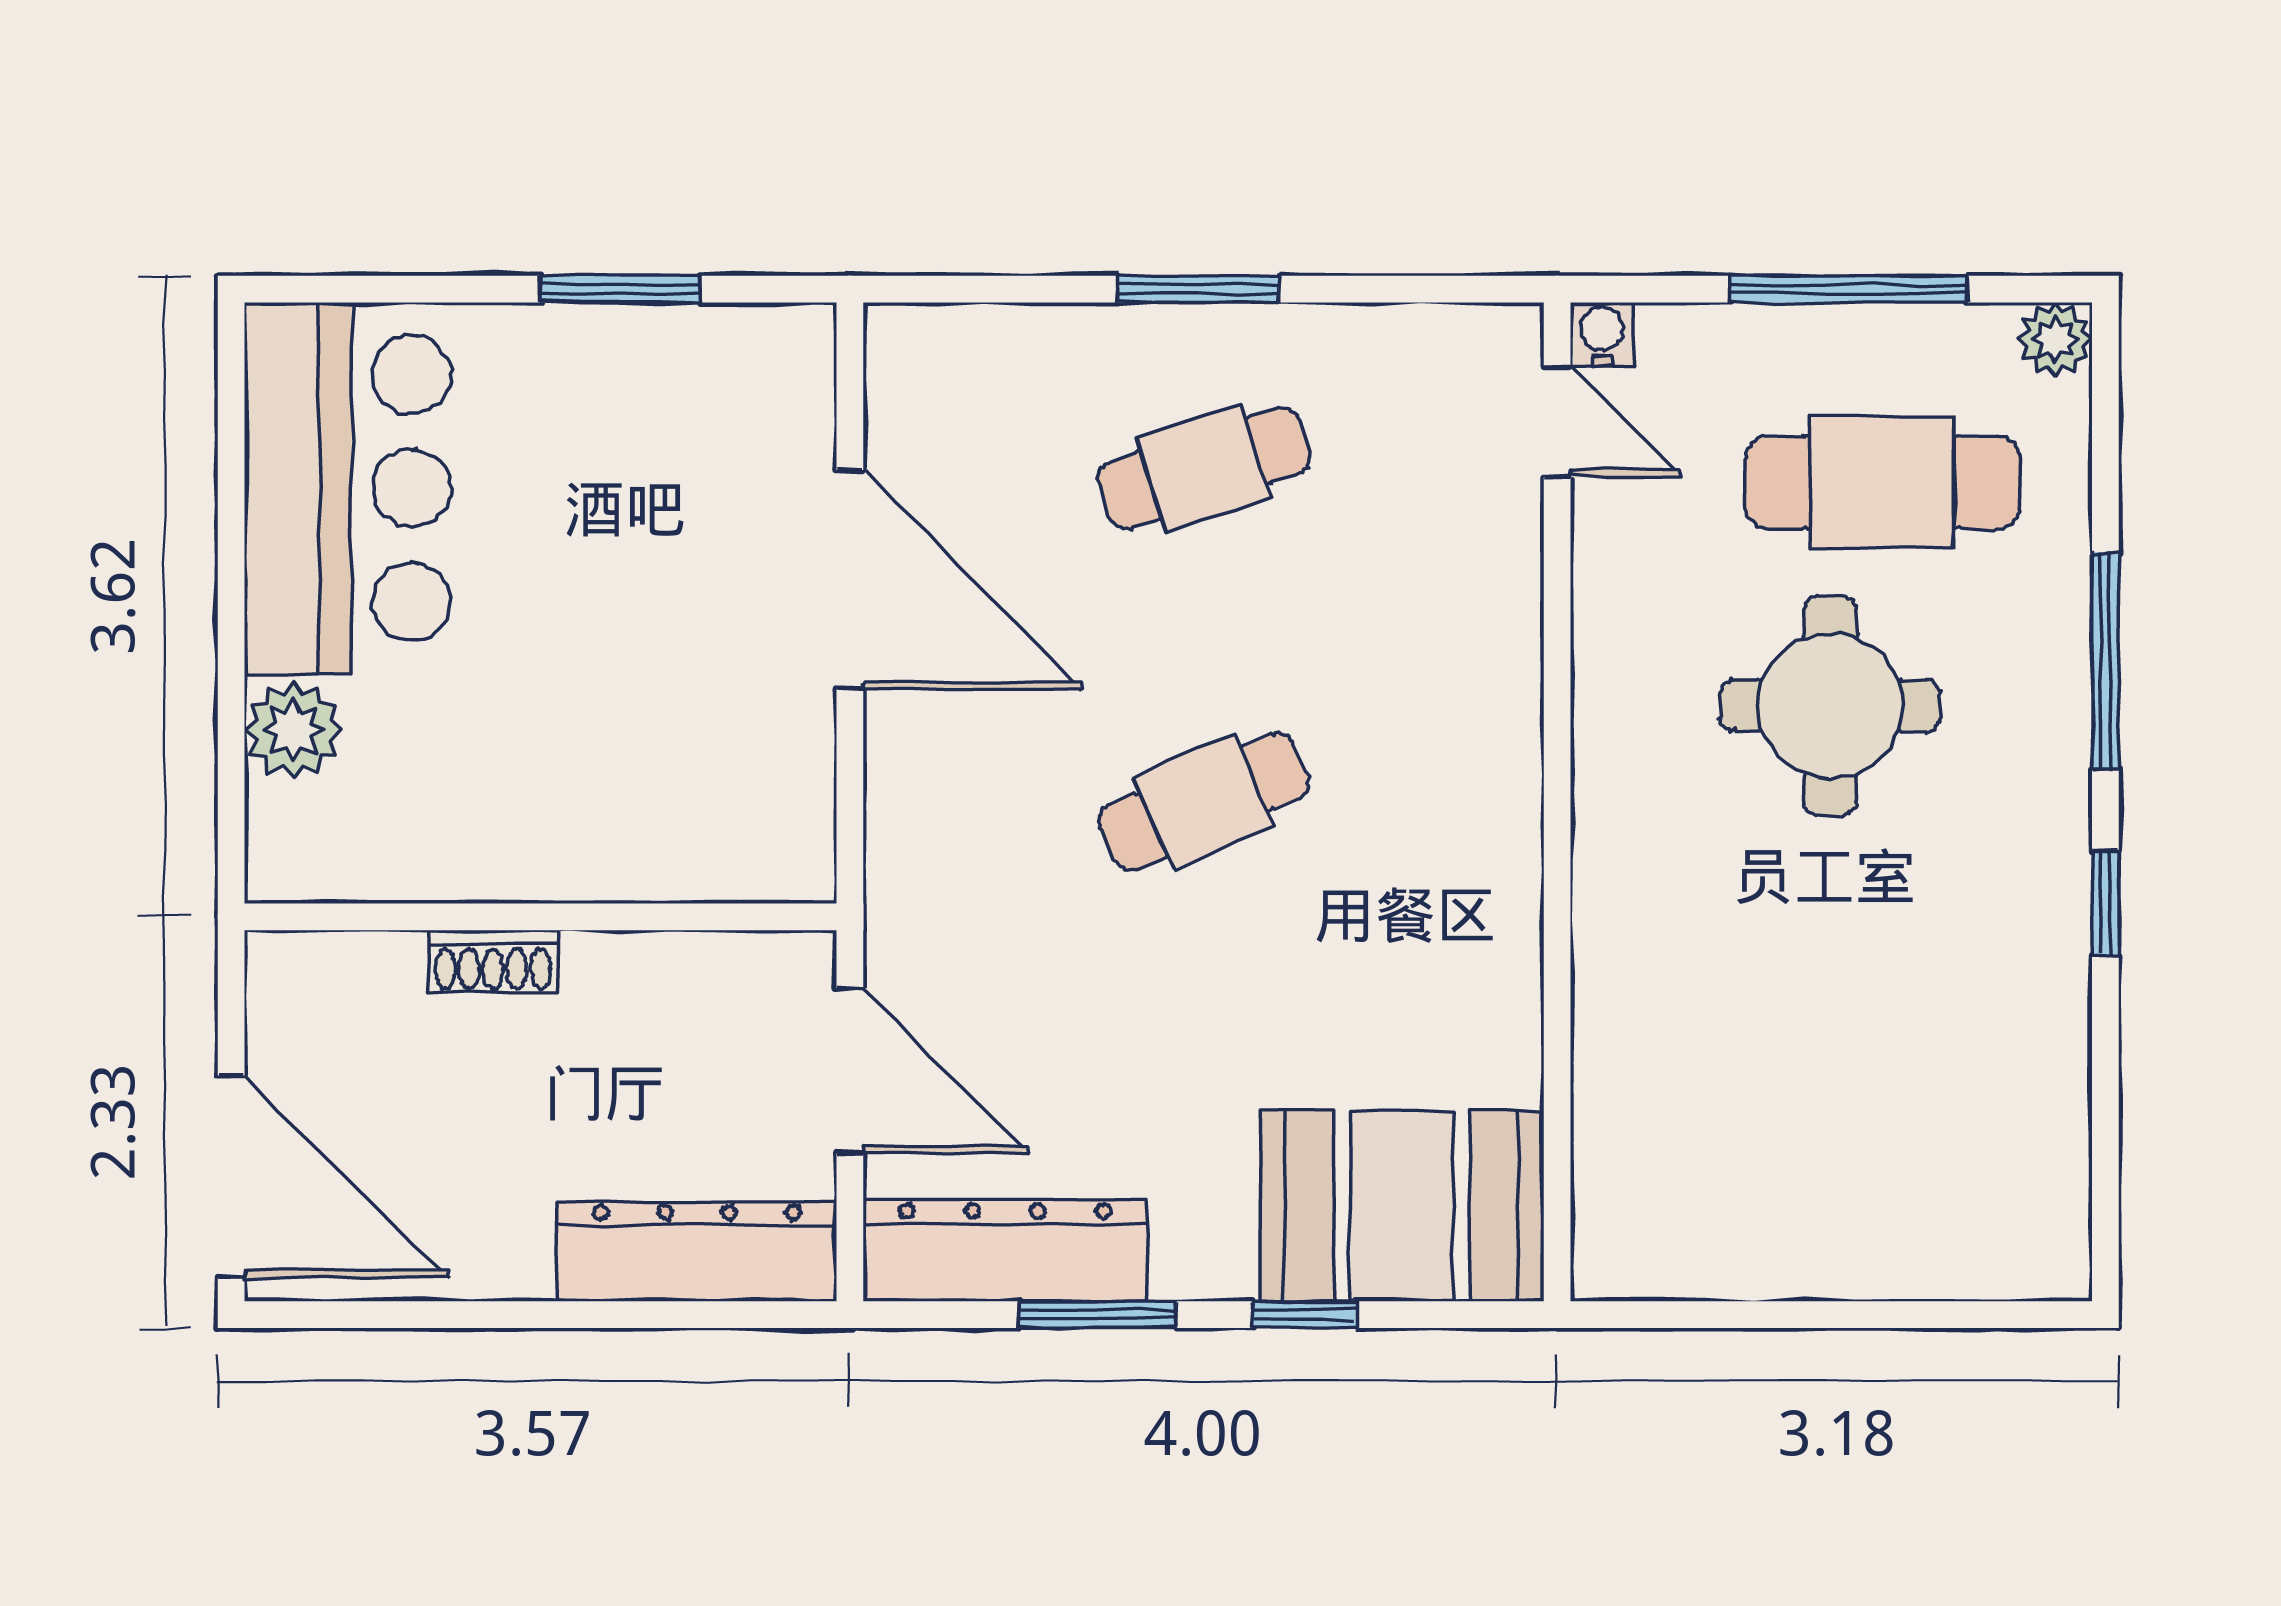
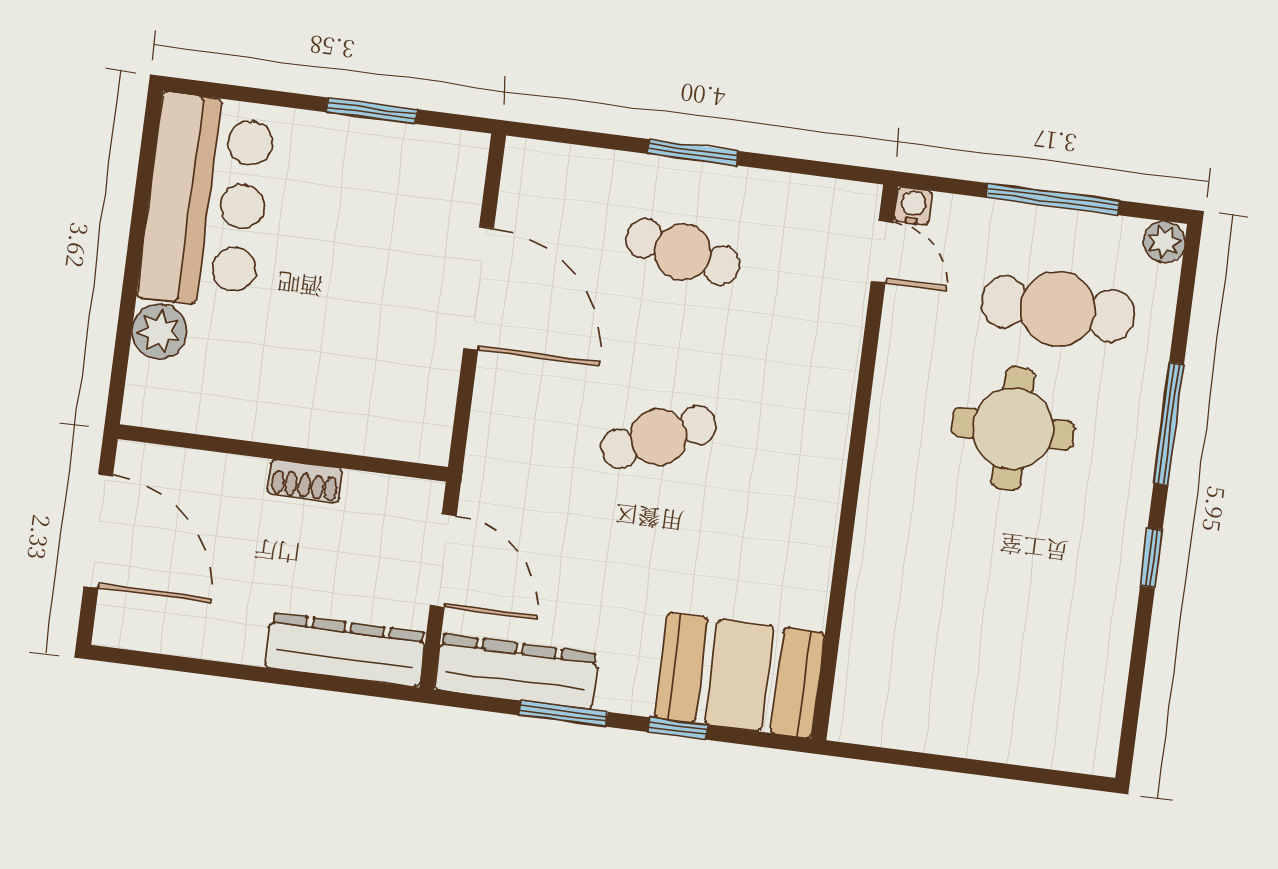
cafe table: (1204, 468) -> (683, 252), turned 30
shoe rack: (493, 961) -> (305, 481), moved
door: (231, 1177) -> (98, 531), moved

